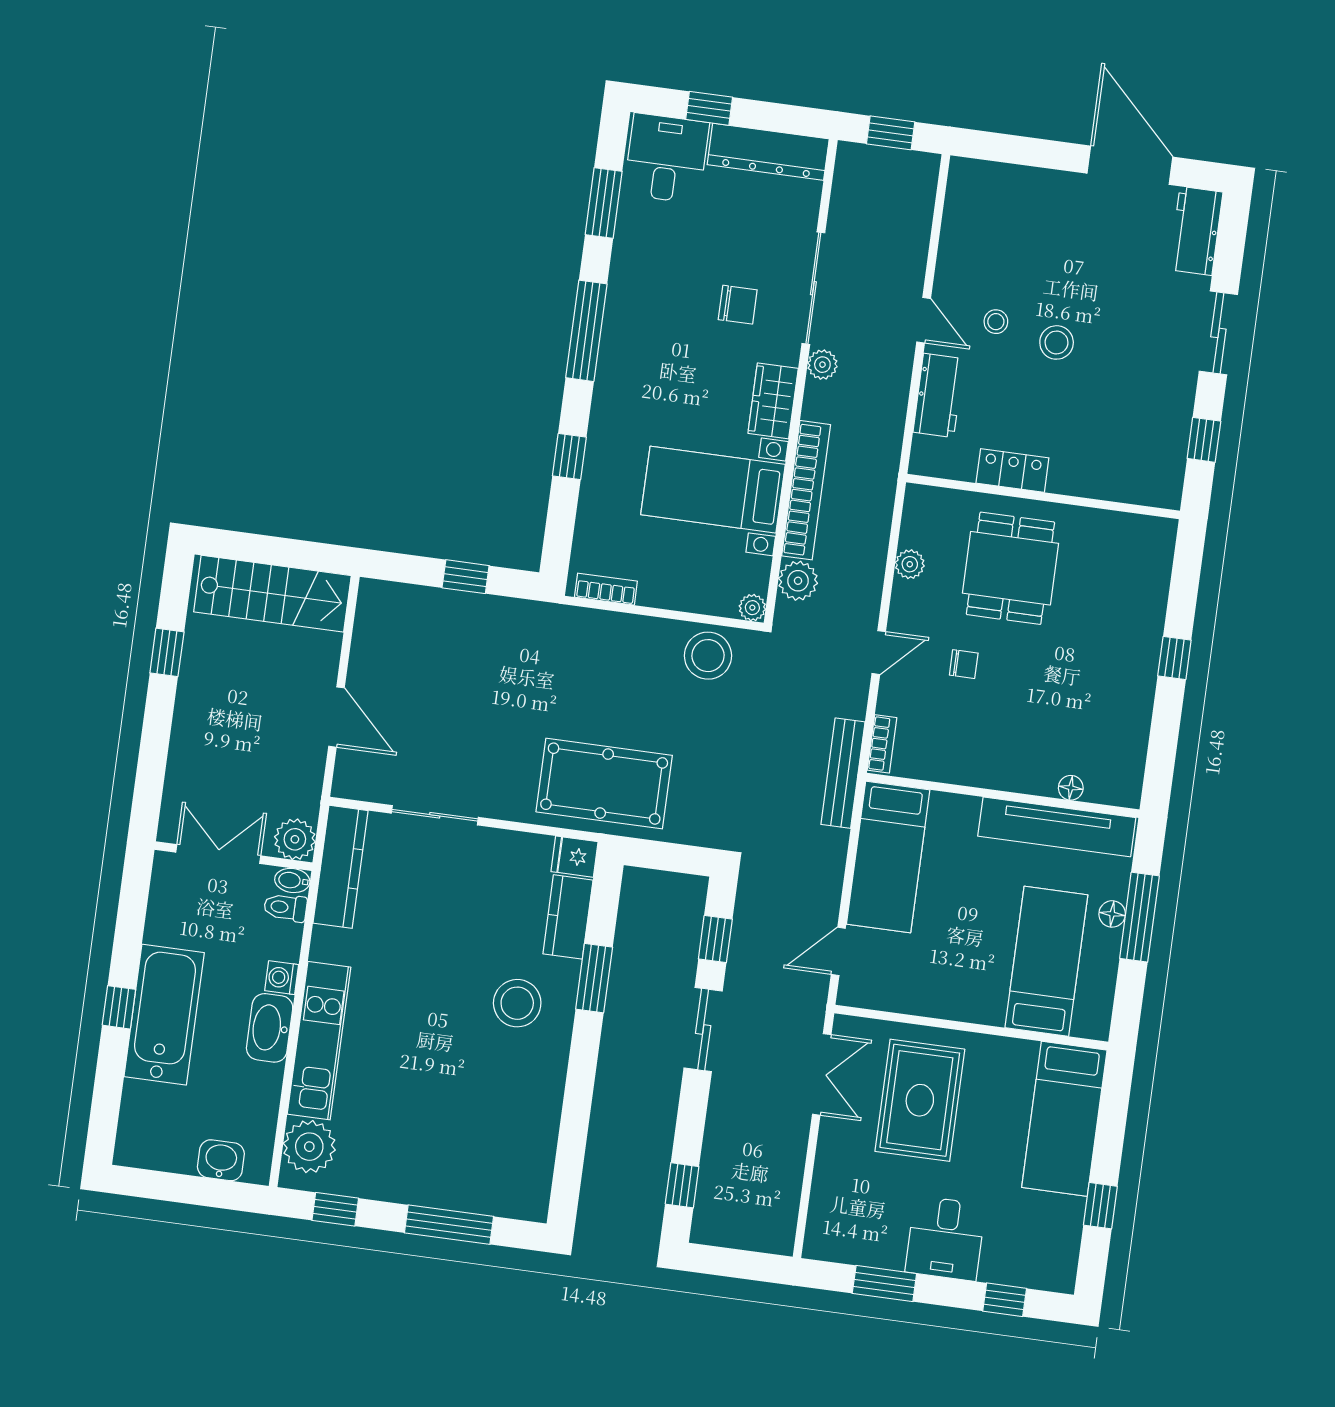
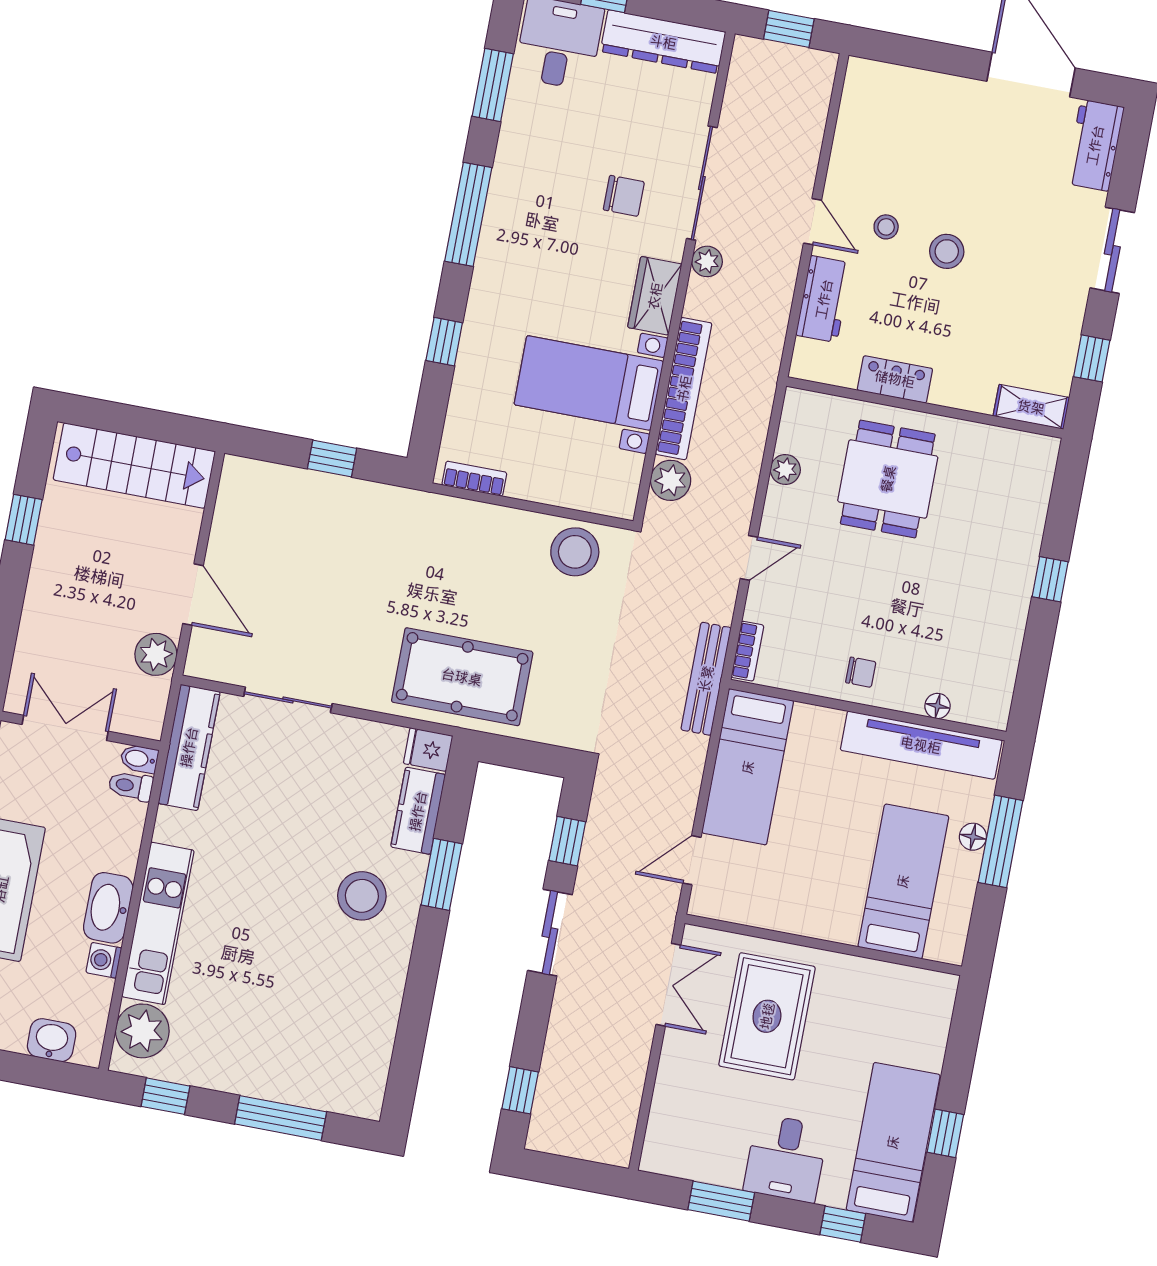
shelving: (1147, 490) -> (1031, 407), added
plant: (752, 608) -> (623, 505), removed
chair: (964, 664) -> (861, 672), moved
plant: (295, 839) -> (156, 654), moved
washing machine: (282, 978) -> (104, 960), moved
bed: (1064, 1119) -> (893, 1142), moved, turned 180

